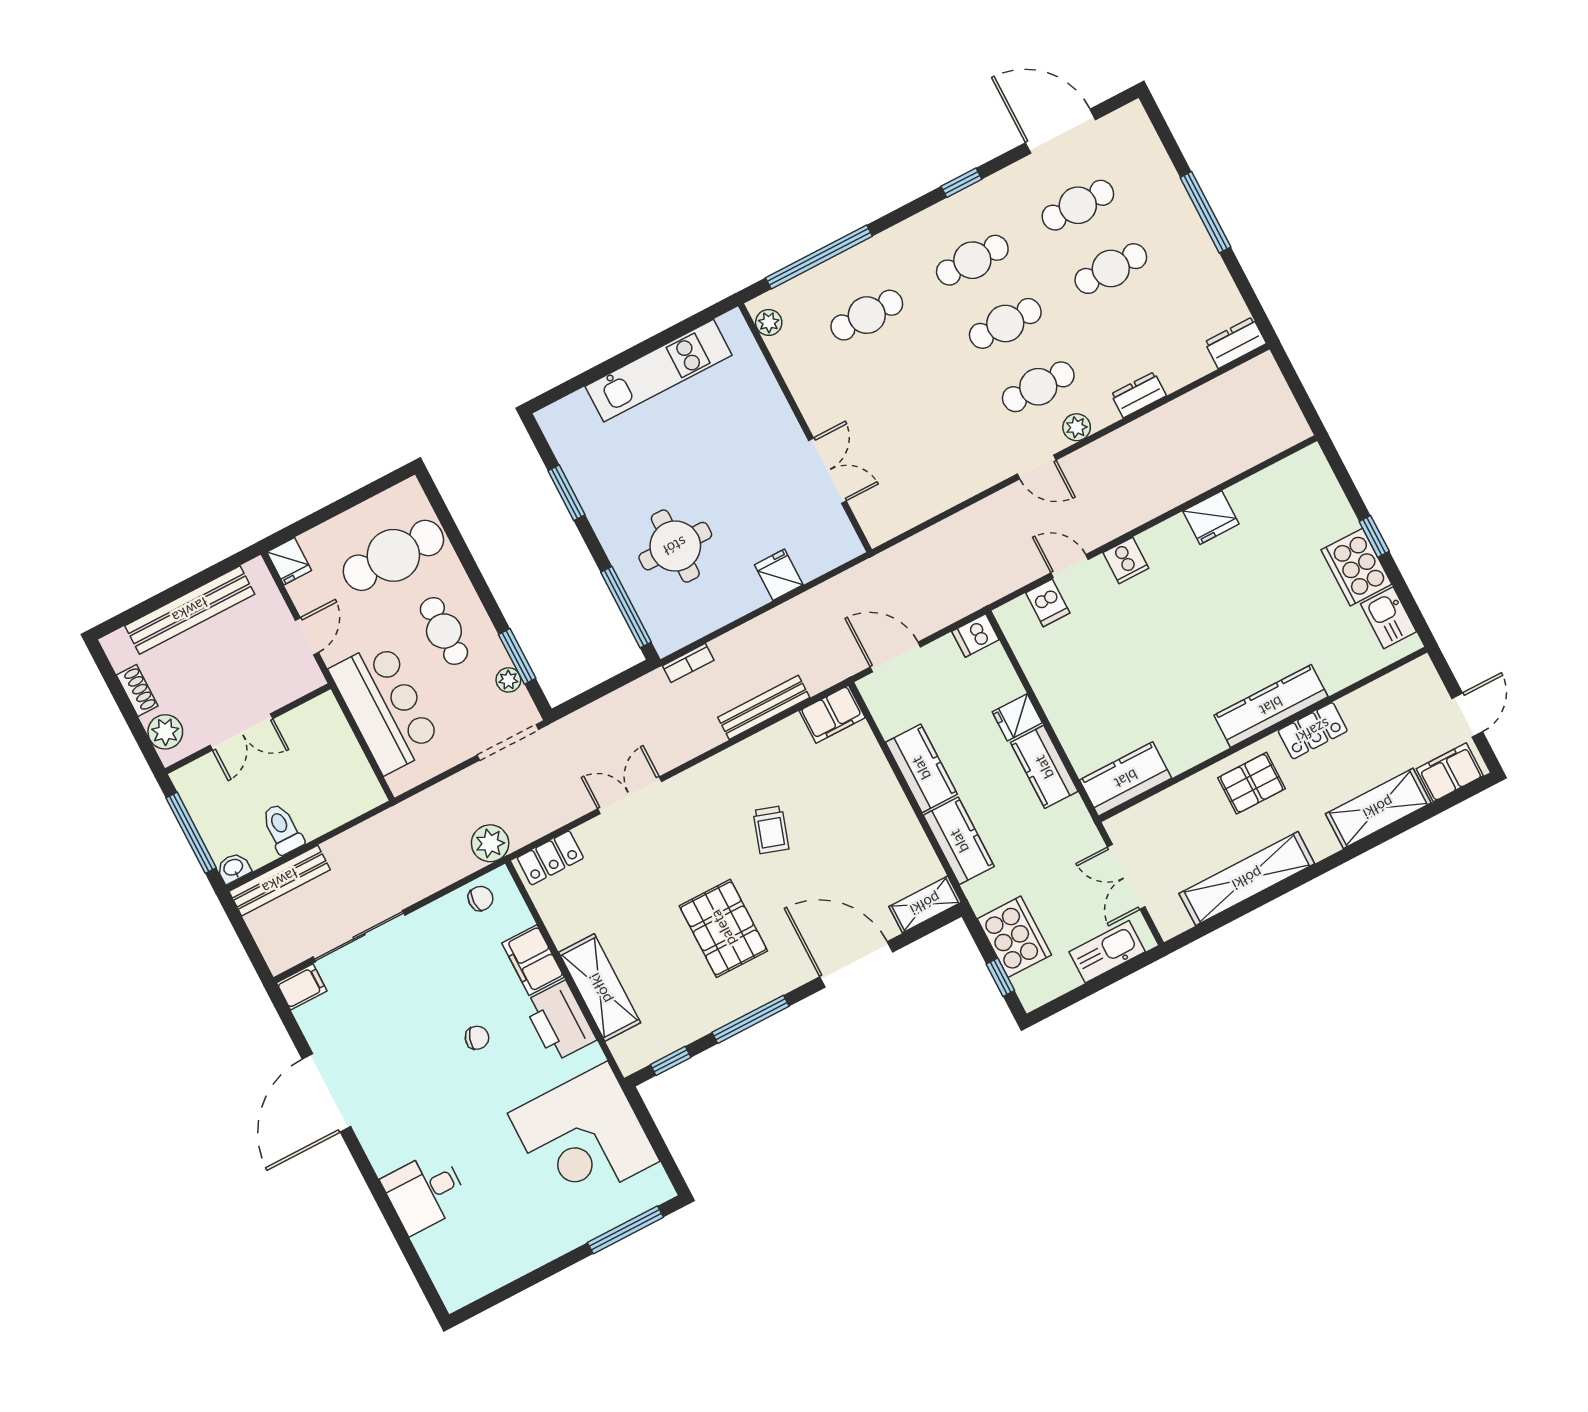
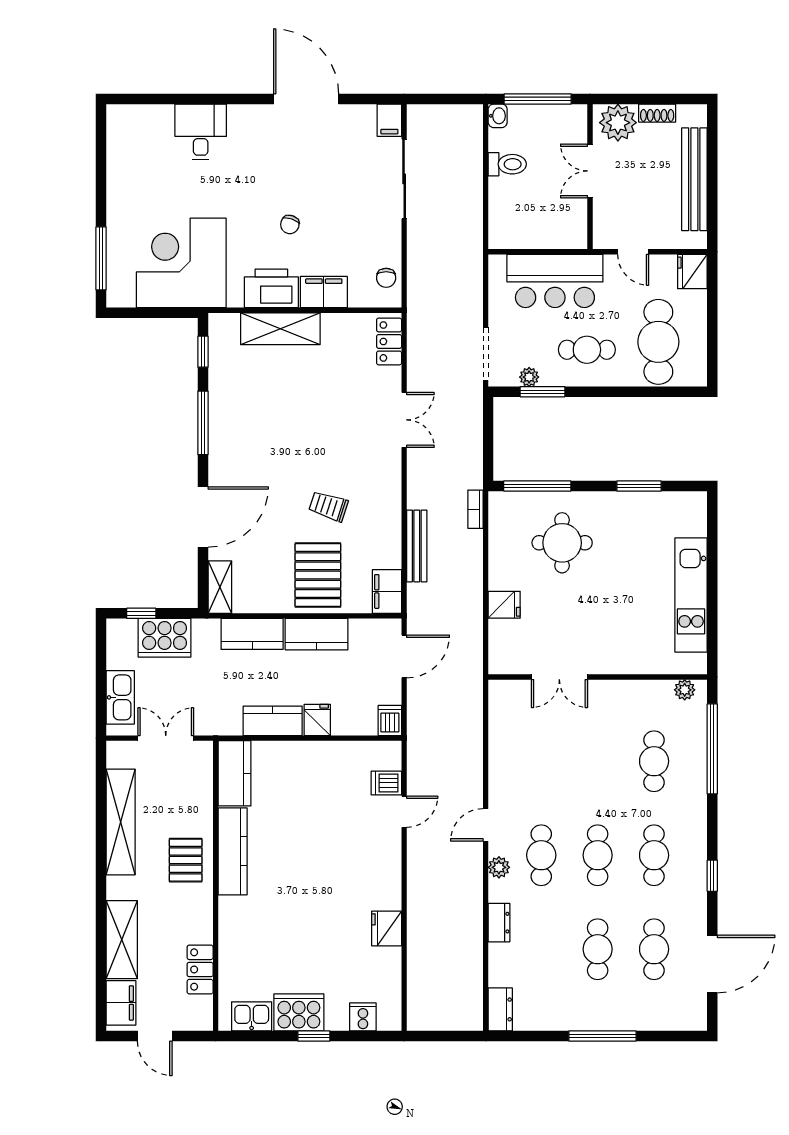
cooker: (1126, 560) -> (363, 1017), moved, turned 90
fridge: (289, 561) -> (692, 271), width x1.38
kitchen counter: (1271, 706) -> (233, 851), moved
locker: (1313, 731) -> (200, 969), moved
plant: (165, 732) -> (618, 123), width x1.36, depth x1.36
plant: (490, 843) -> (421, 305), removed
bench: (280, 881) -> (472, 144), removed
pallet: (723, 928) -> (318, 575), moved, turned 90

